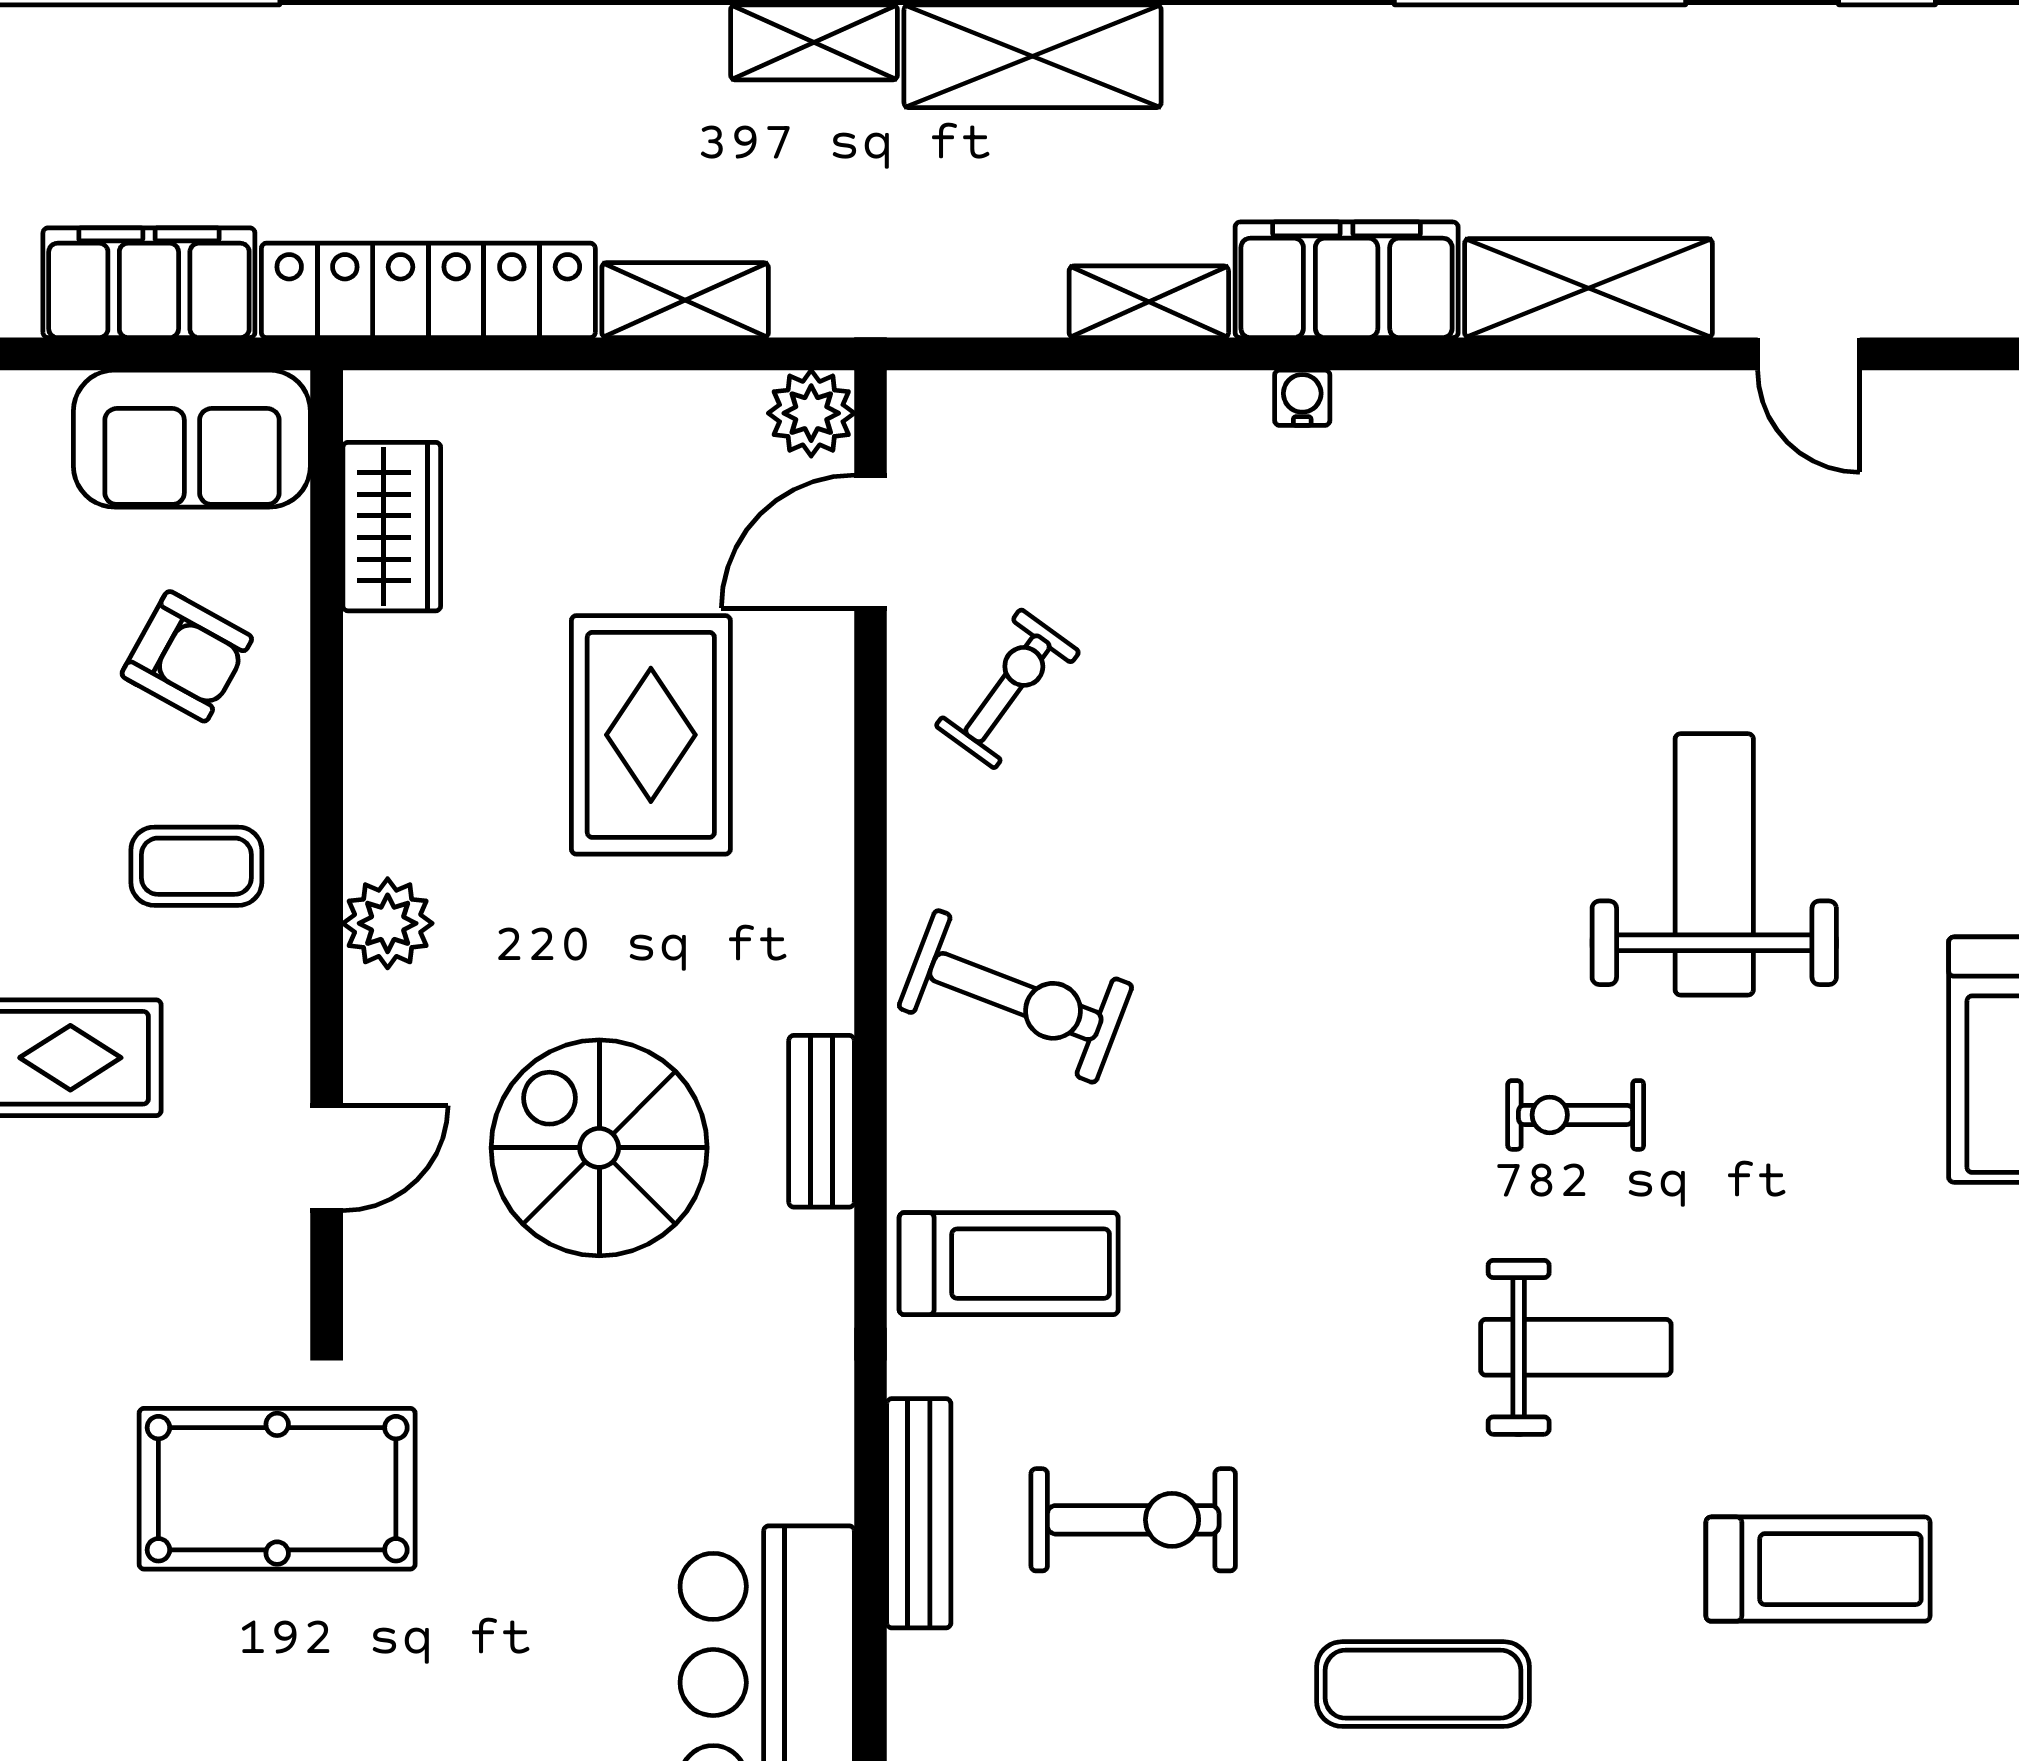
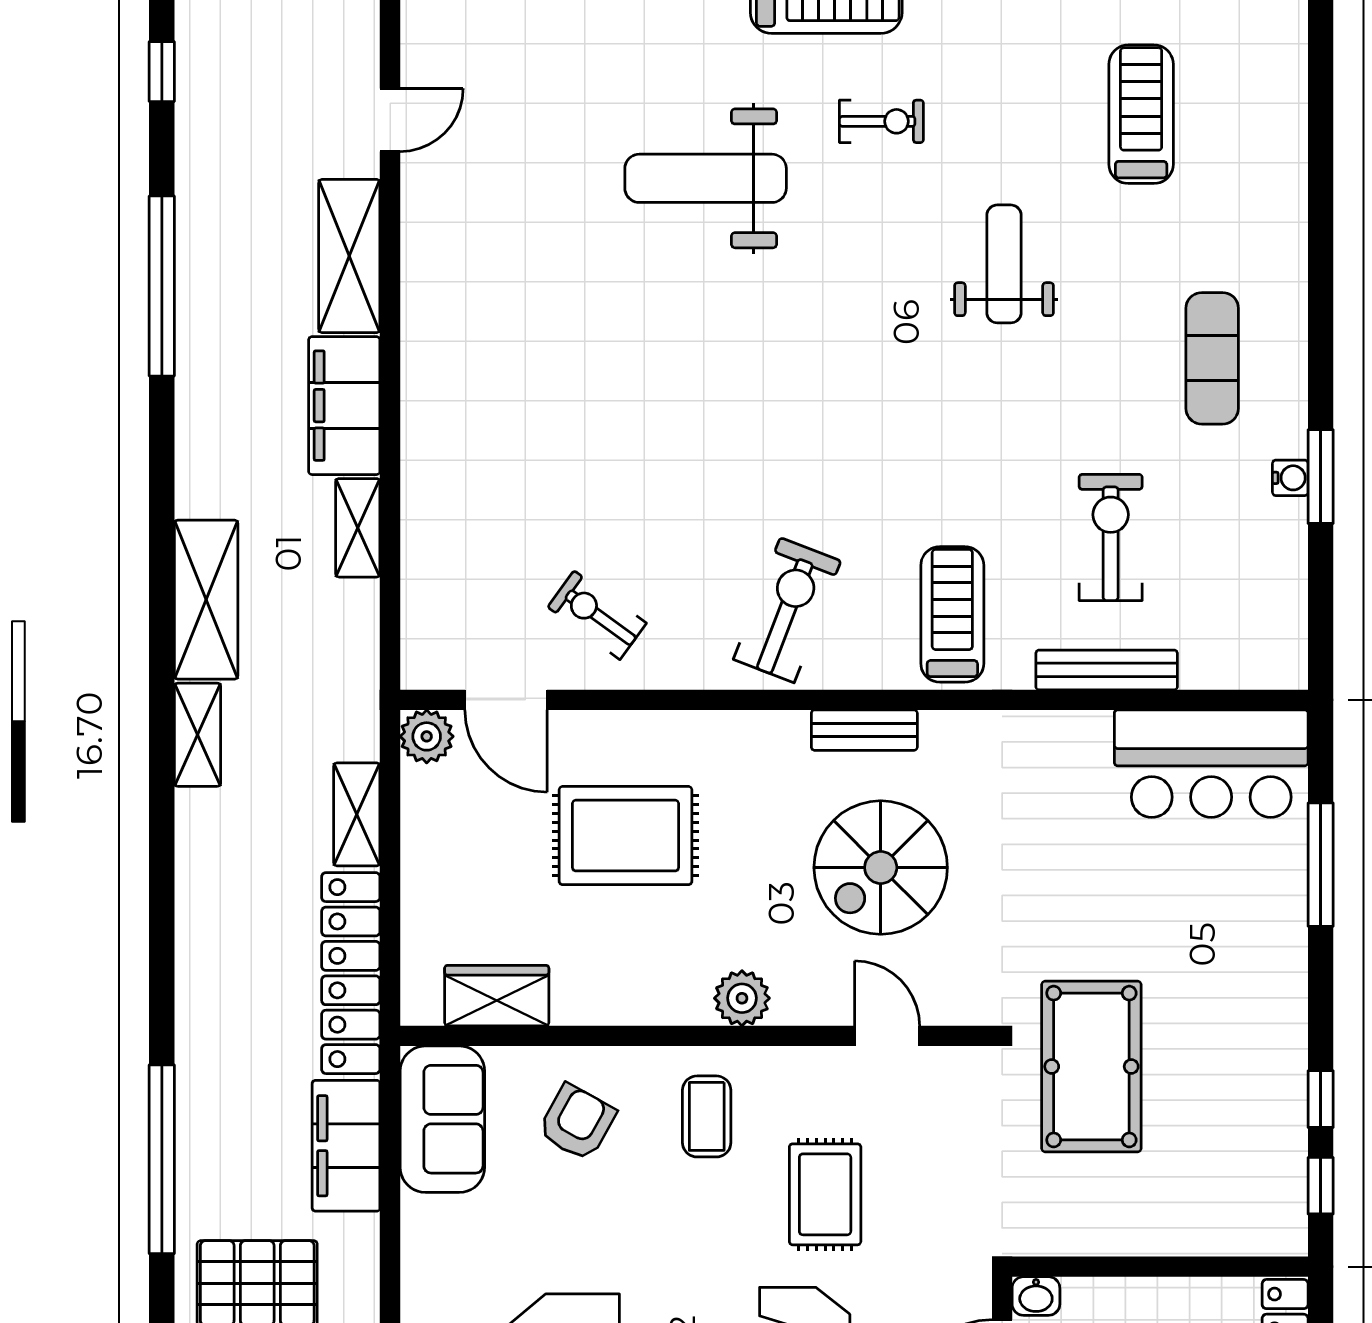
water cooler: (1302, 398) -> (417, 433), removed
exercise bike: (1576, 1115) -> (881, 121), moved, turned -90

